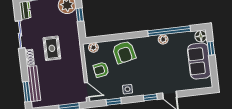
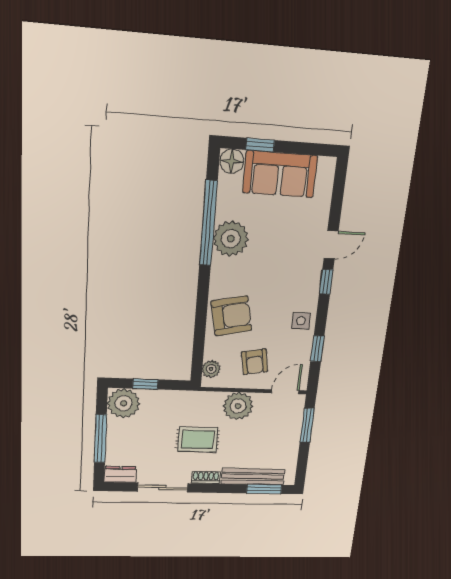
plant: (163, 39) -> (231, 239), width x1.88, depth x1.88
plant: (75, 66) -> (238, 406), added

